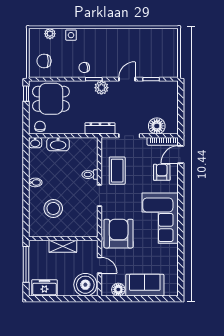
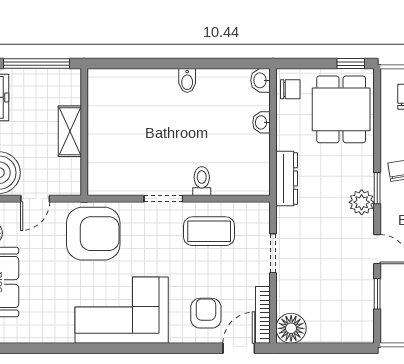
floor lamp: (157, 126) -> (291, 328), moved
dresser: (100, 128) -> (287, 179), moved
washbasin: (58, 144) -> (261, 122), width x0.52, depth x0.69
door: (181, 154) -> (239, 348), hinge flipped
armchair: (162, 172) -> (206, 313), turned -90
stool: (53, 208) -> (139, 114), removed

